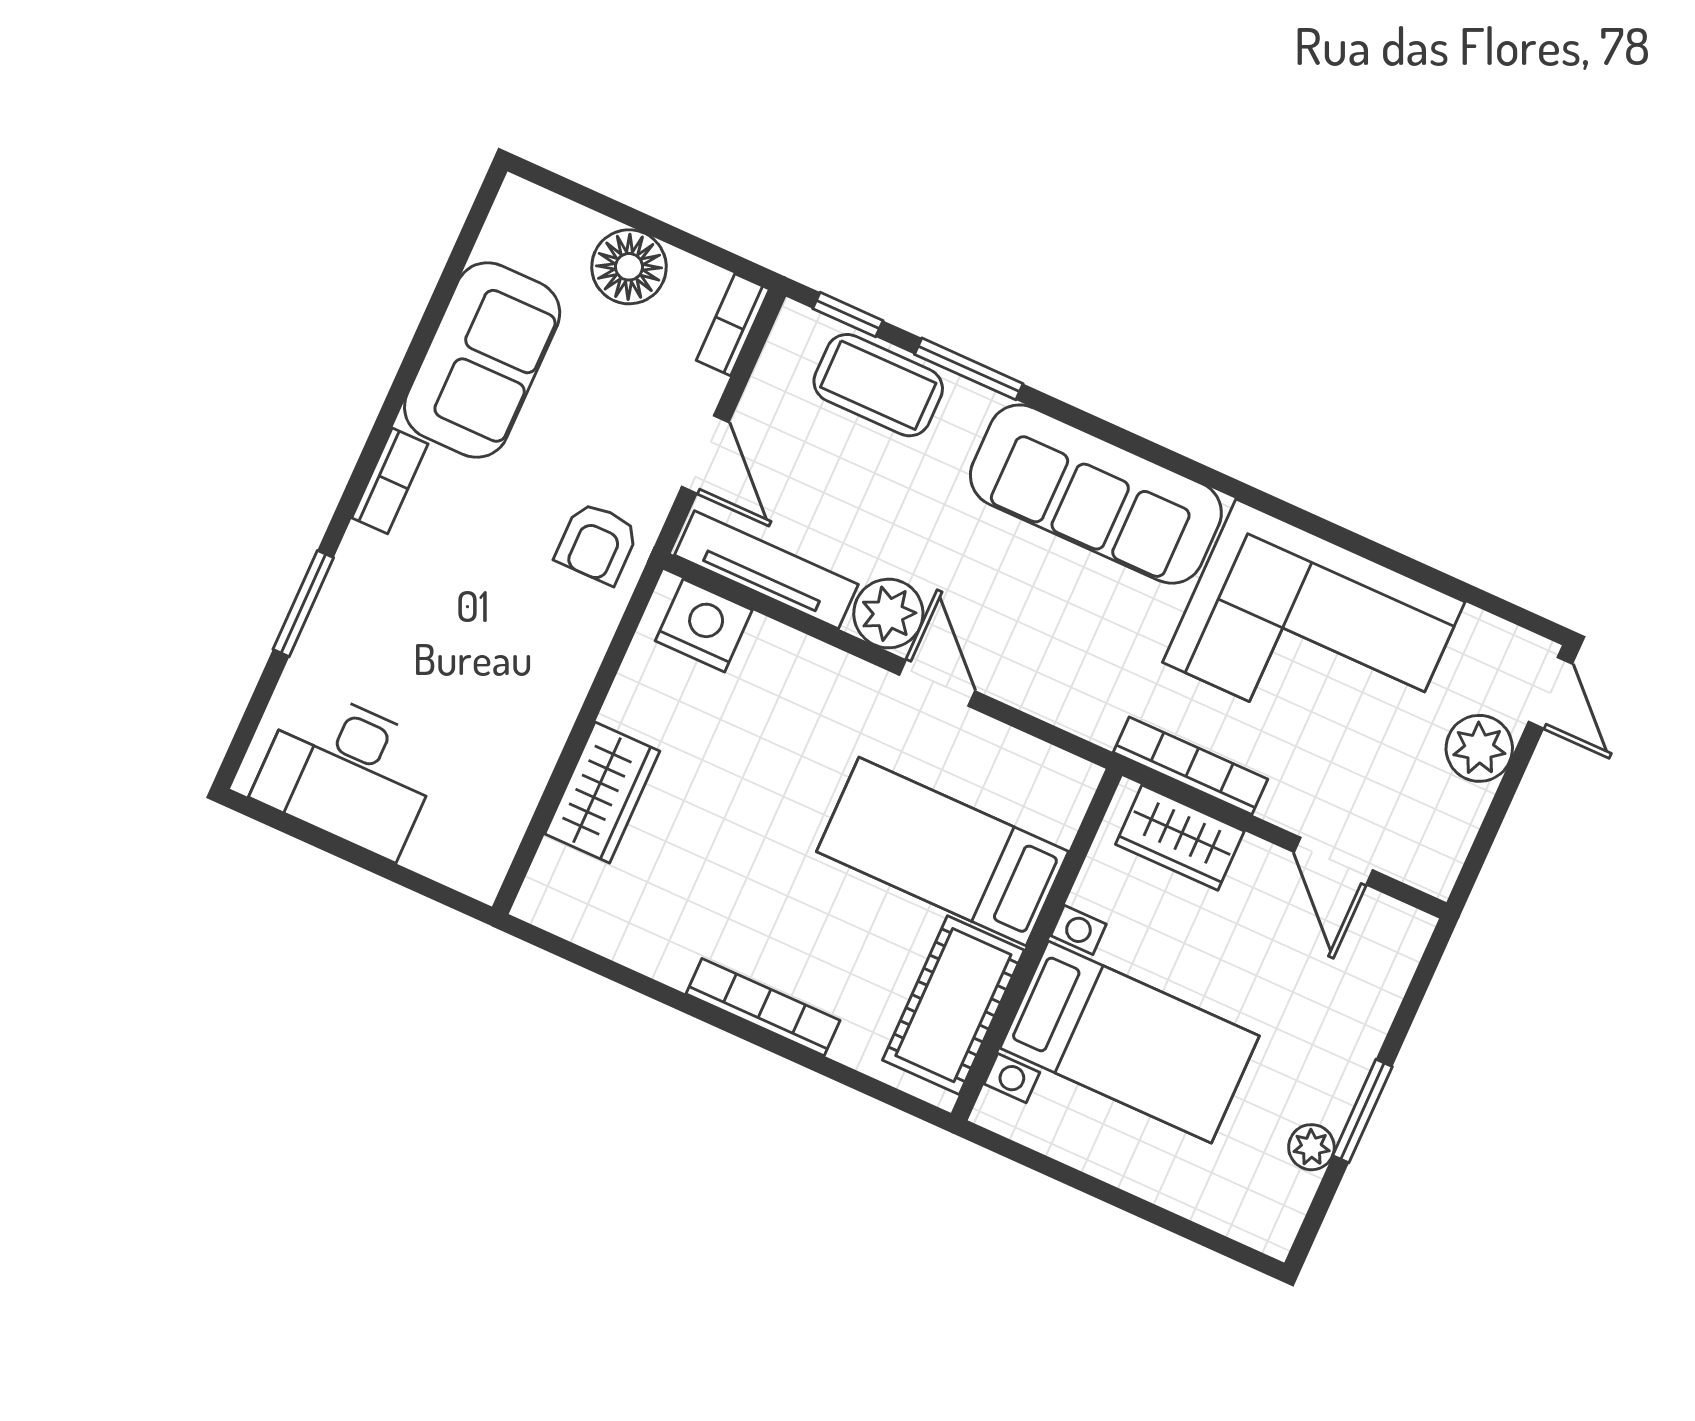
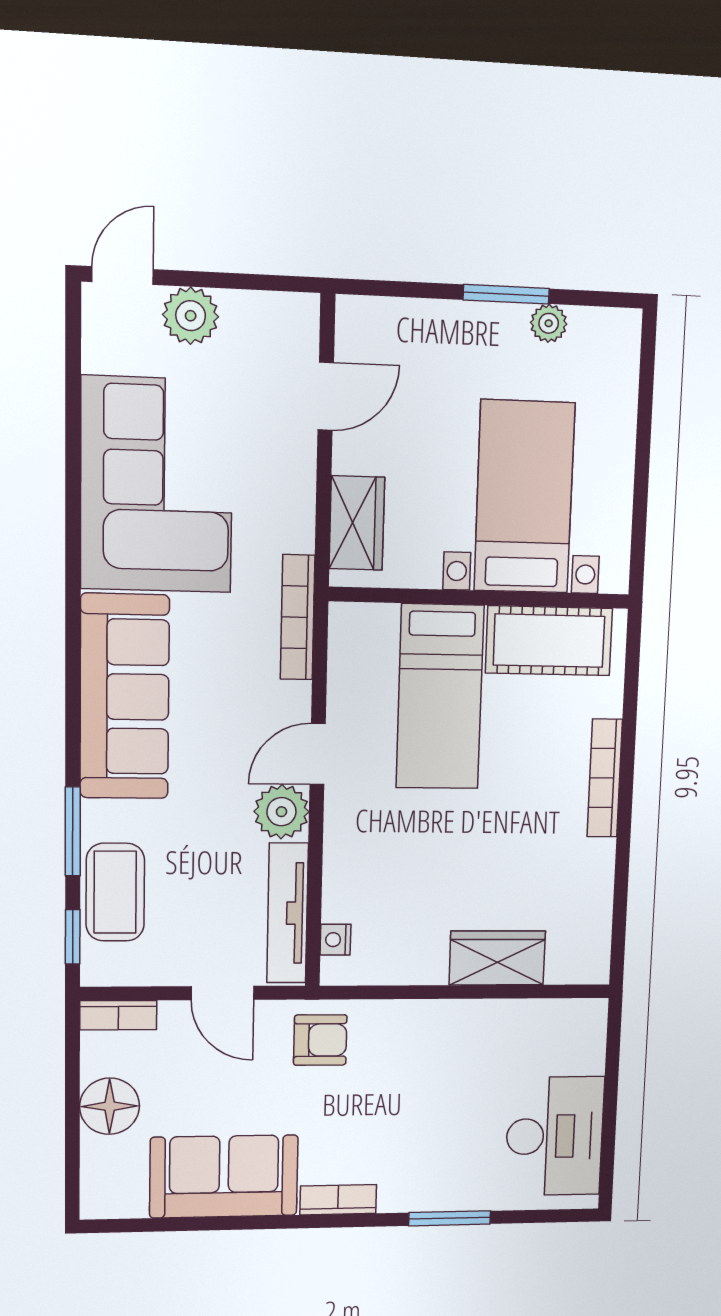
door: (705, 455) -> (222, 993), swing flipped
nightstand: (704, 625) -> (335, 940), width x0.53, depth x0.56
bookcase: (1191, 766) -> (298, 617), moved

